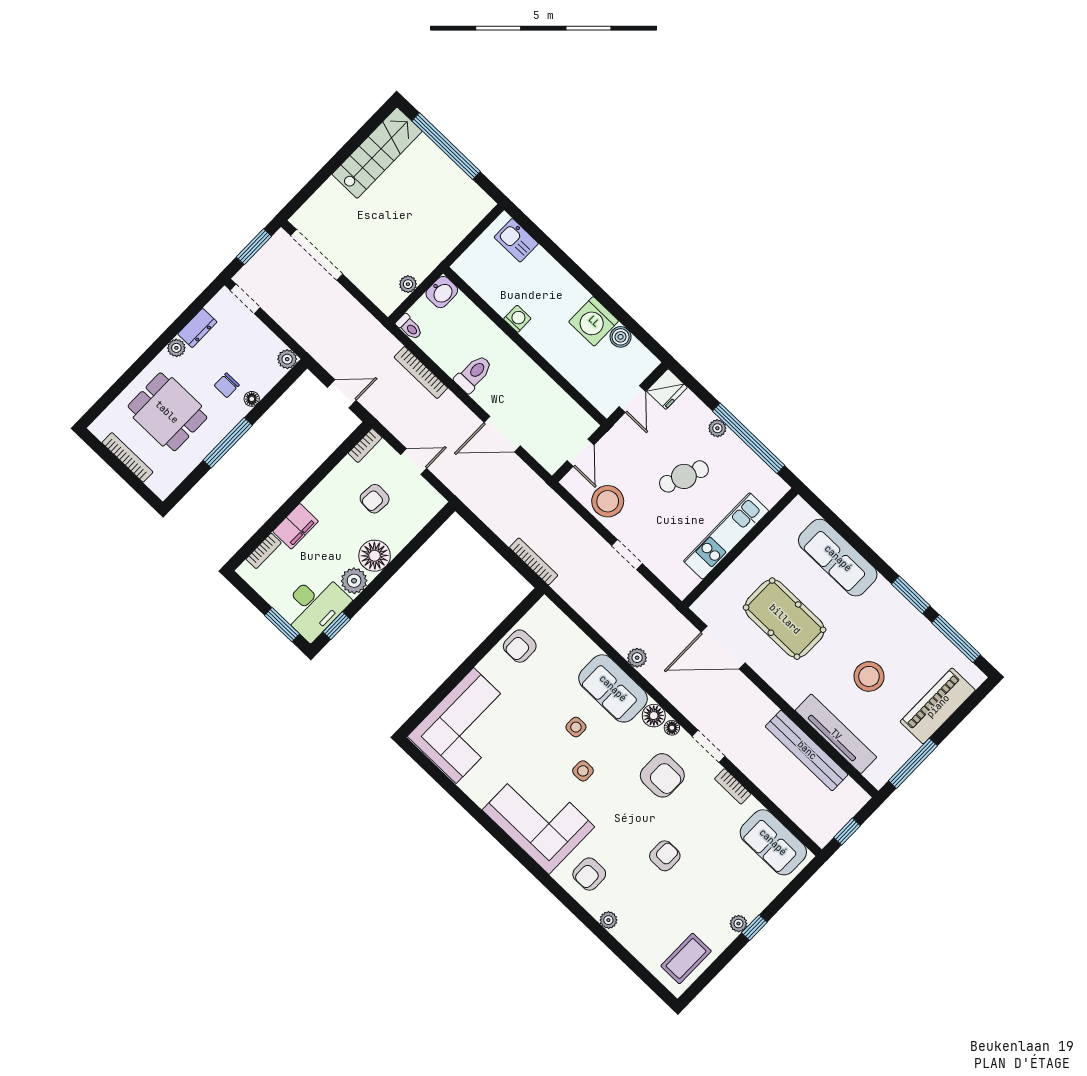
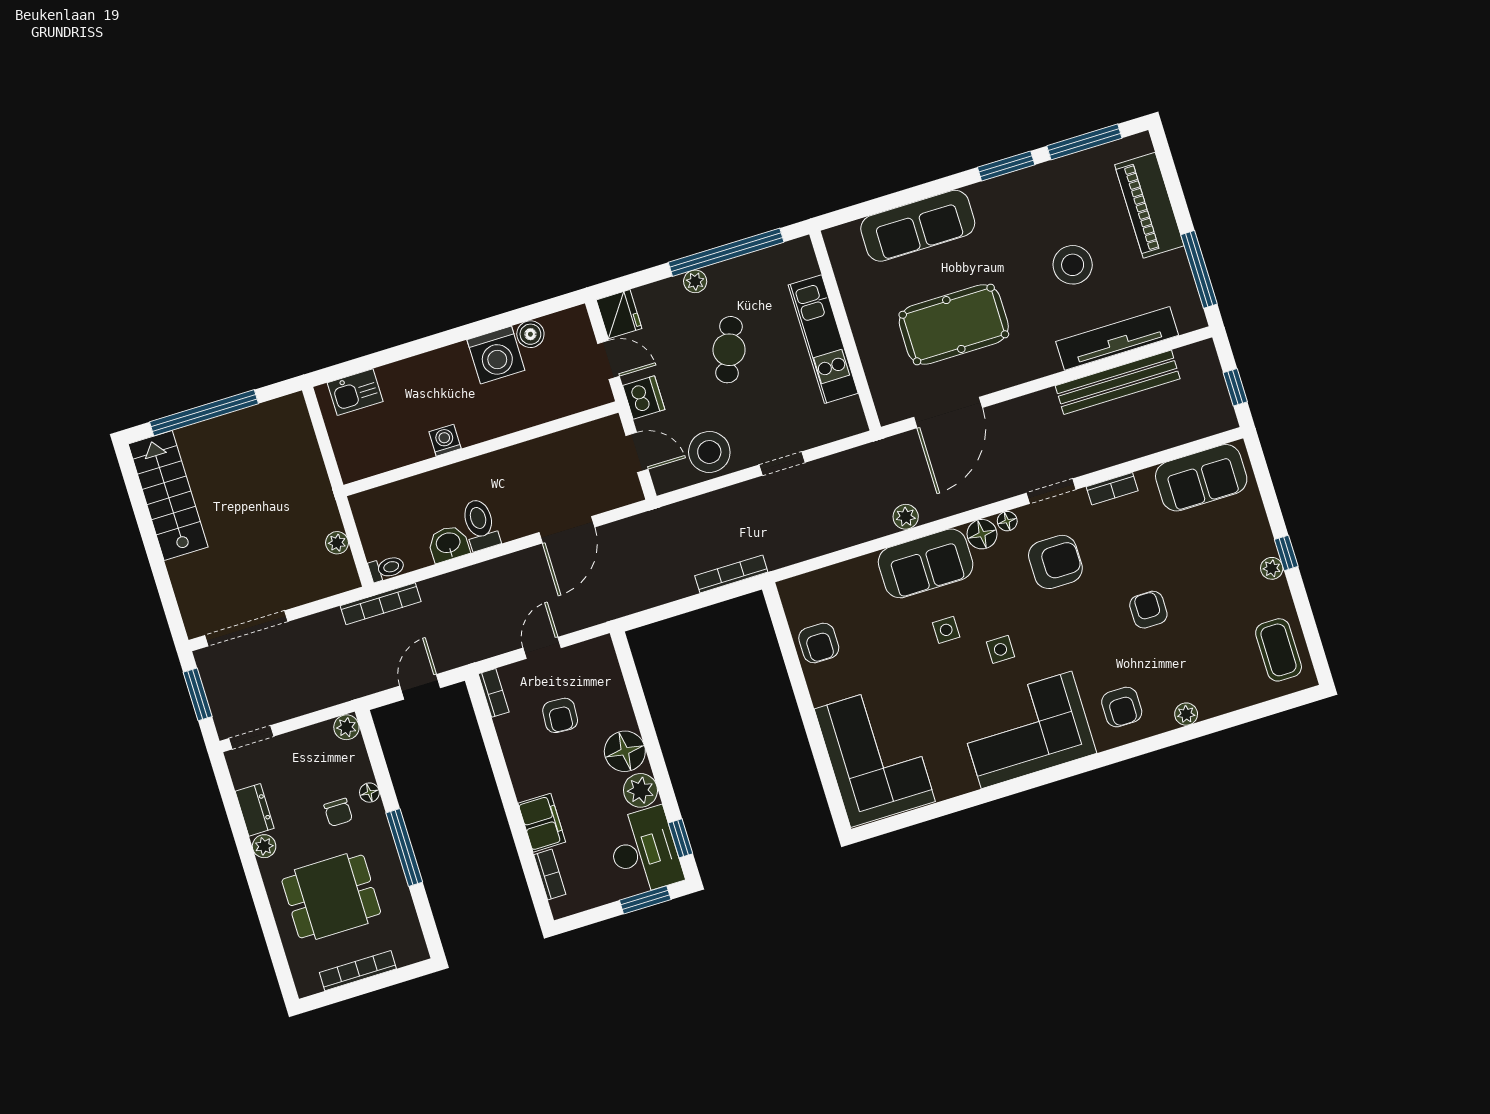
washbasin: (442, 292) -> (448, 544), moved, turned -90
bookcase: (421, 373) -> (381, 604), moved
dishwasher: (620, 437) -> (644, 398), added

